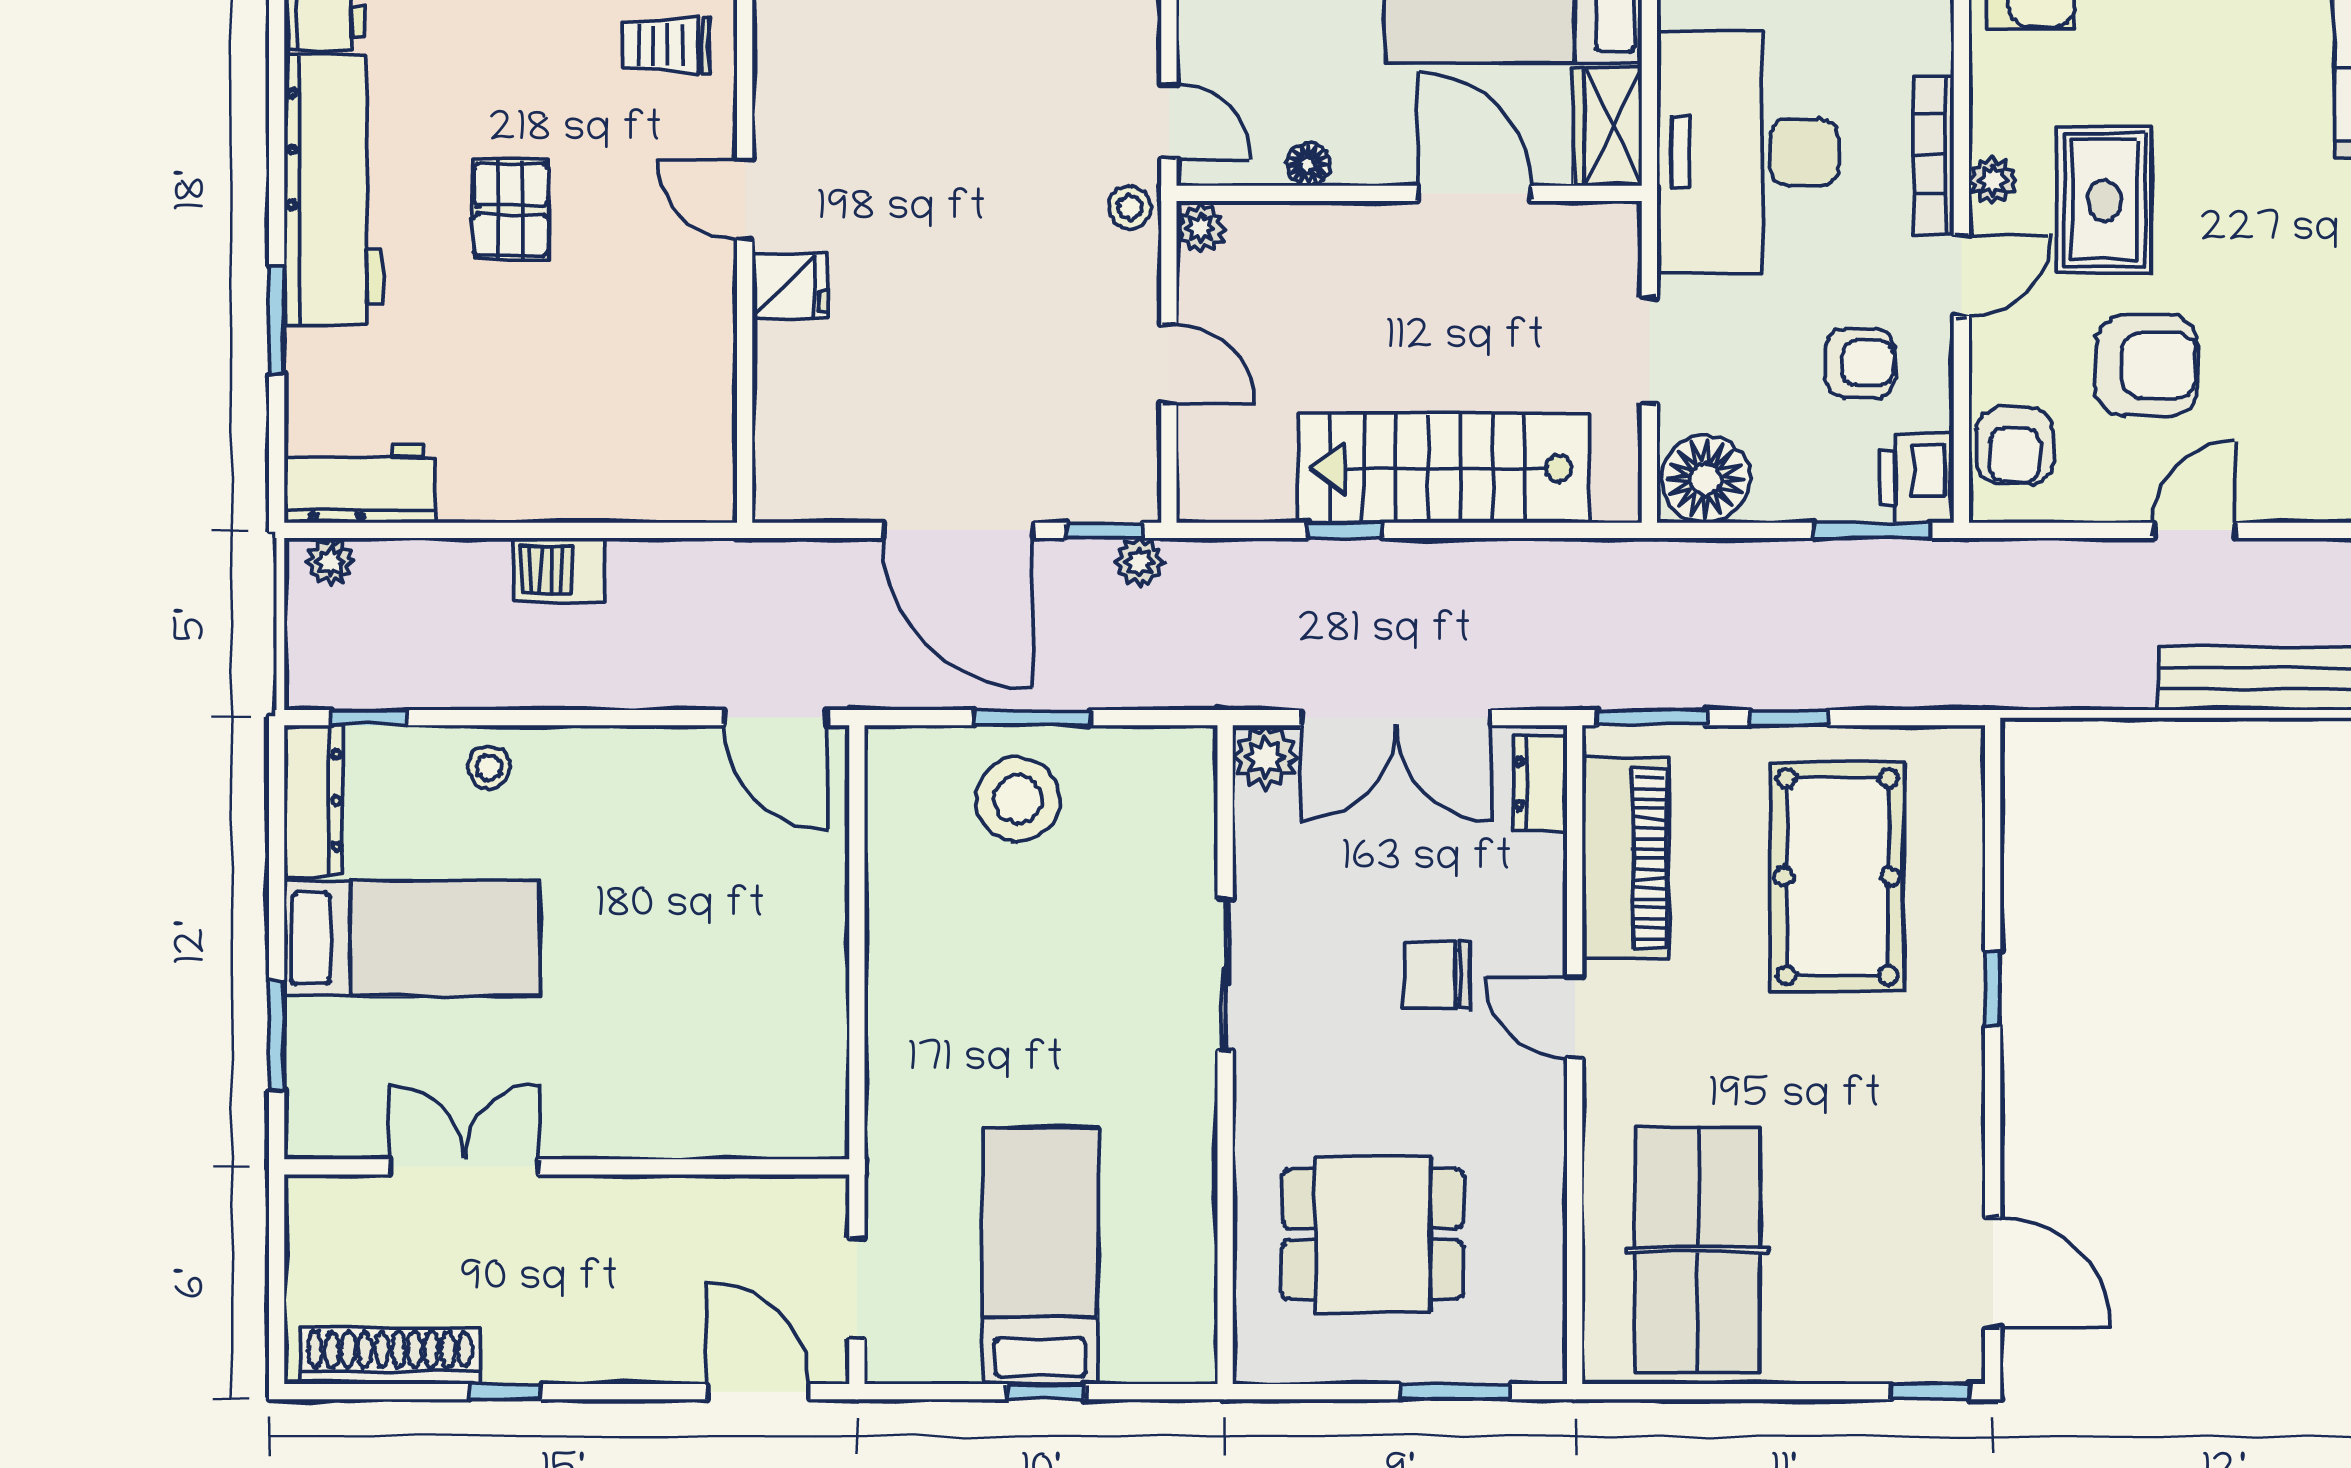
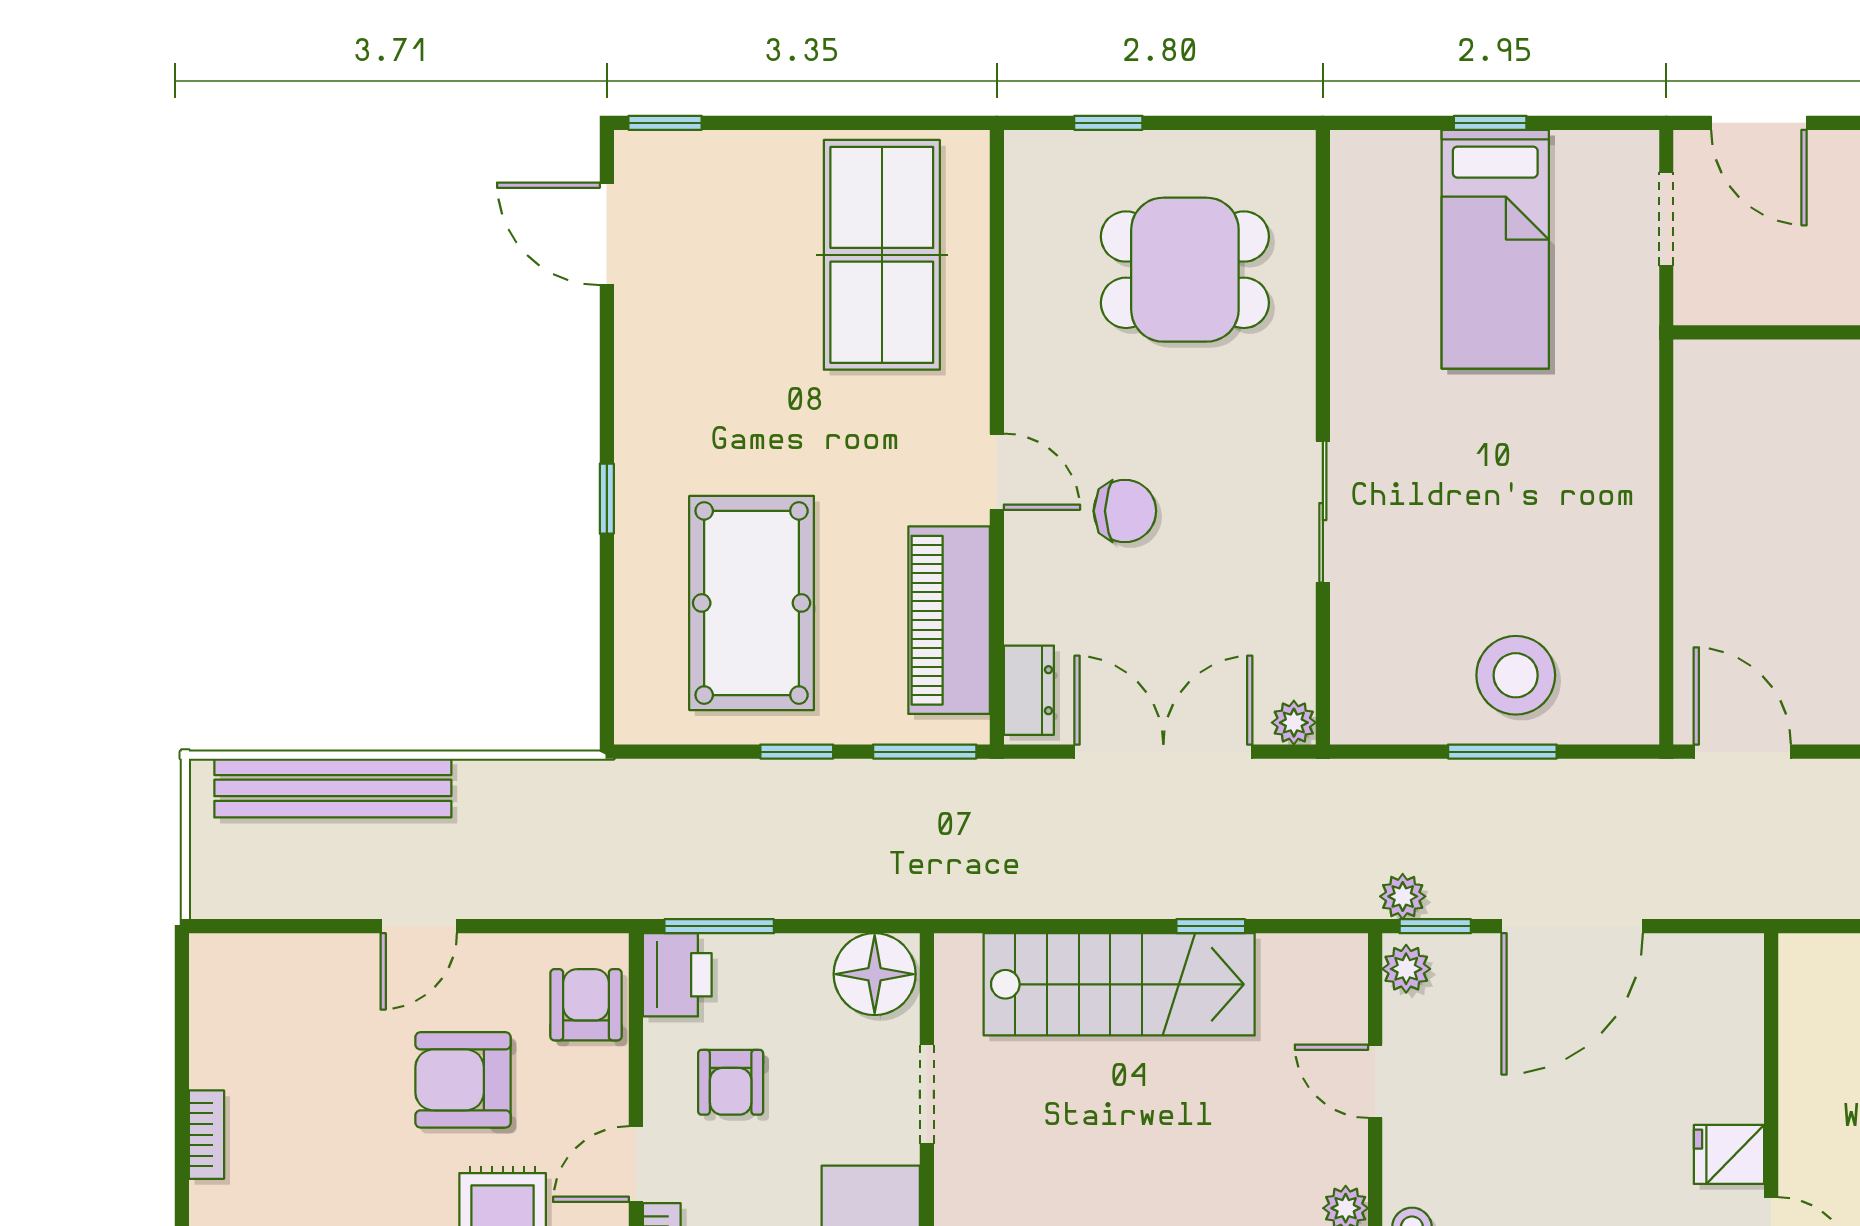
armchair: (1860, 363) -> (731, 1082), turned -90
plant: (1136, 485) -> (1406, 969), added
door: (958, 530) -> (1572, 926), swing flipped
plant: (1265, 758) -> (1294, 723), width x0.73, depth x0.73
window: (1455, 1392) -> (1108, 123), width x0.67

